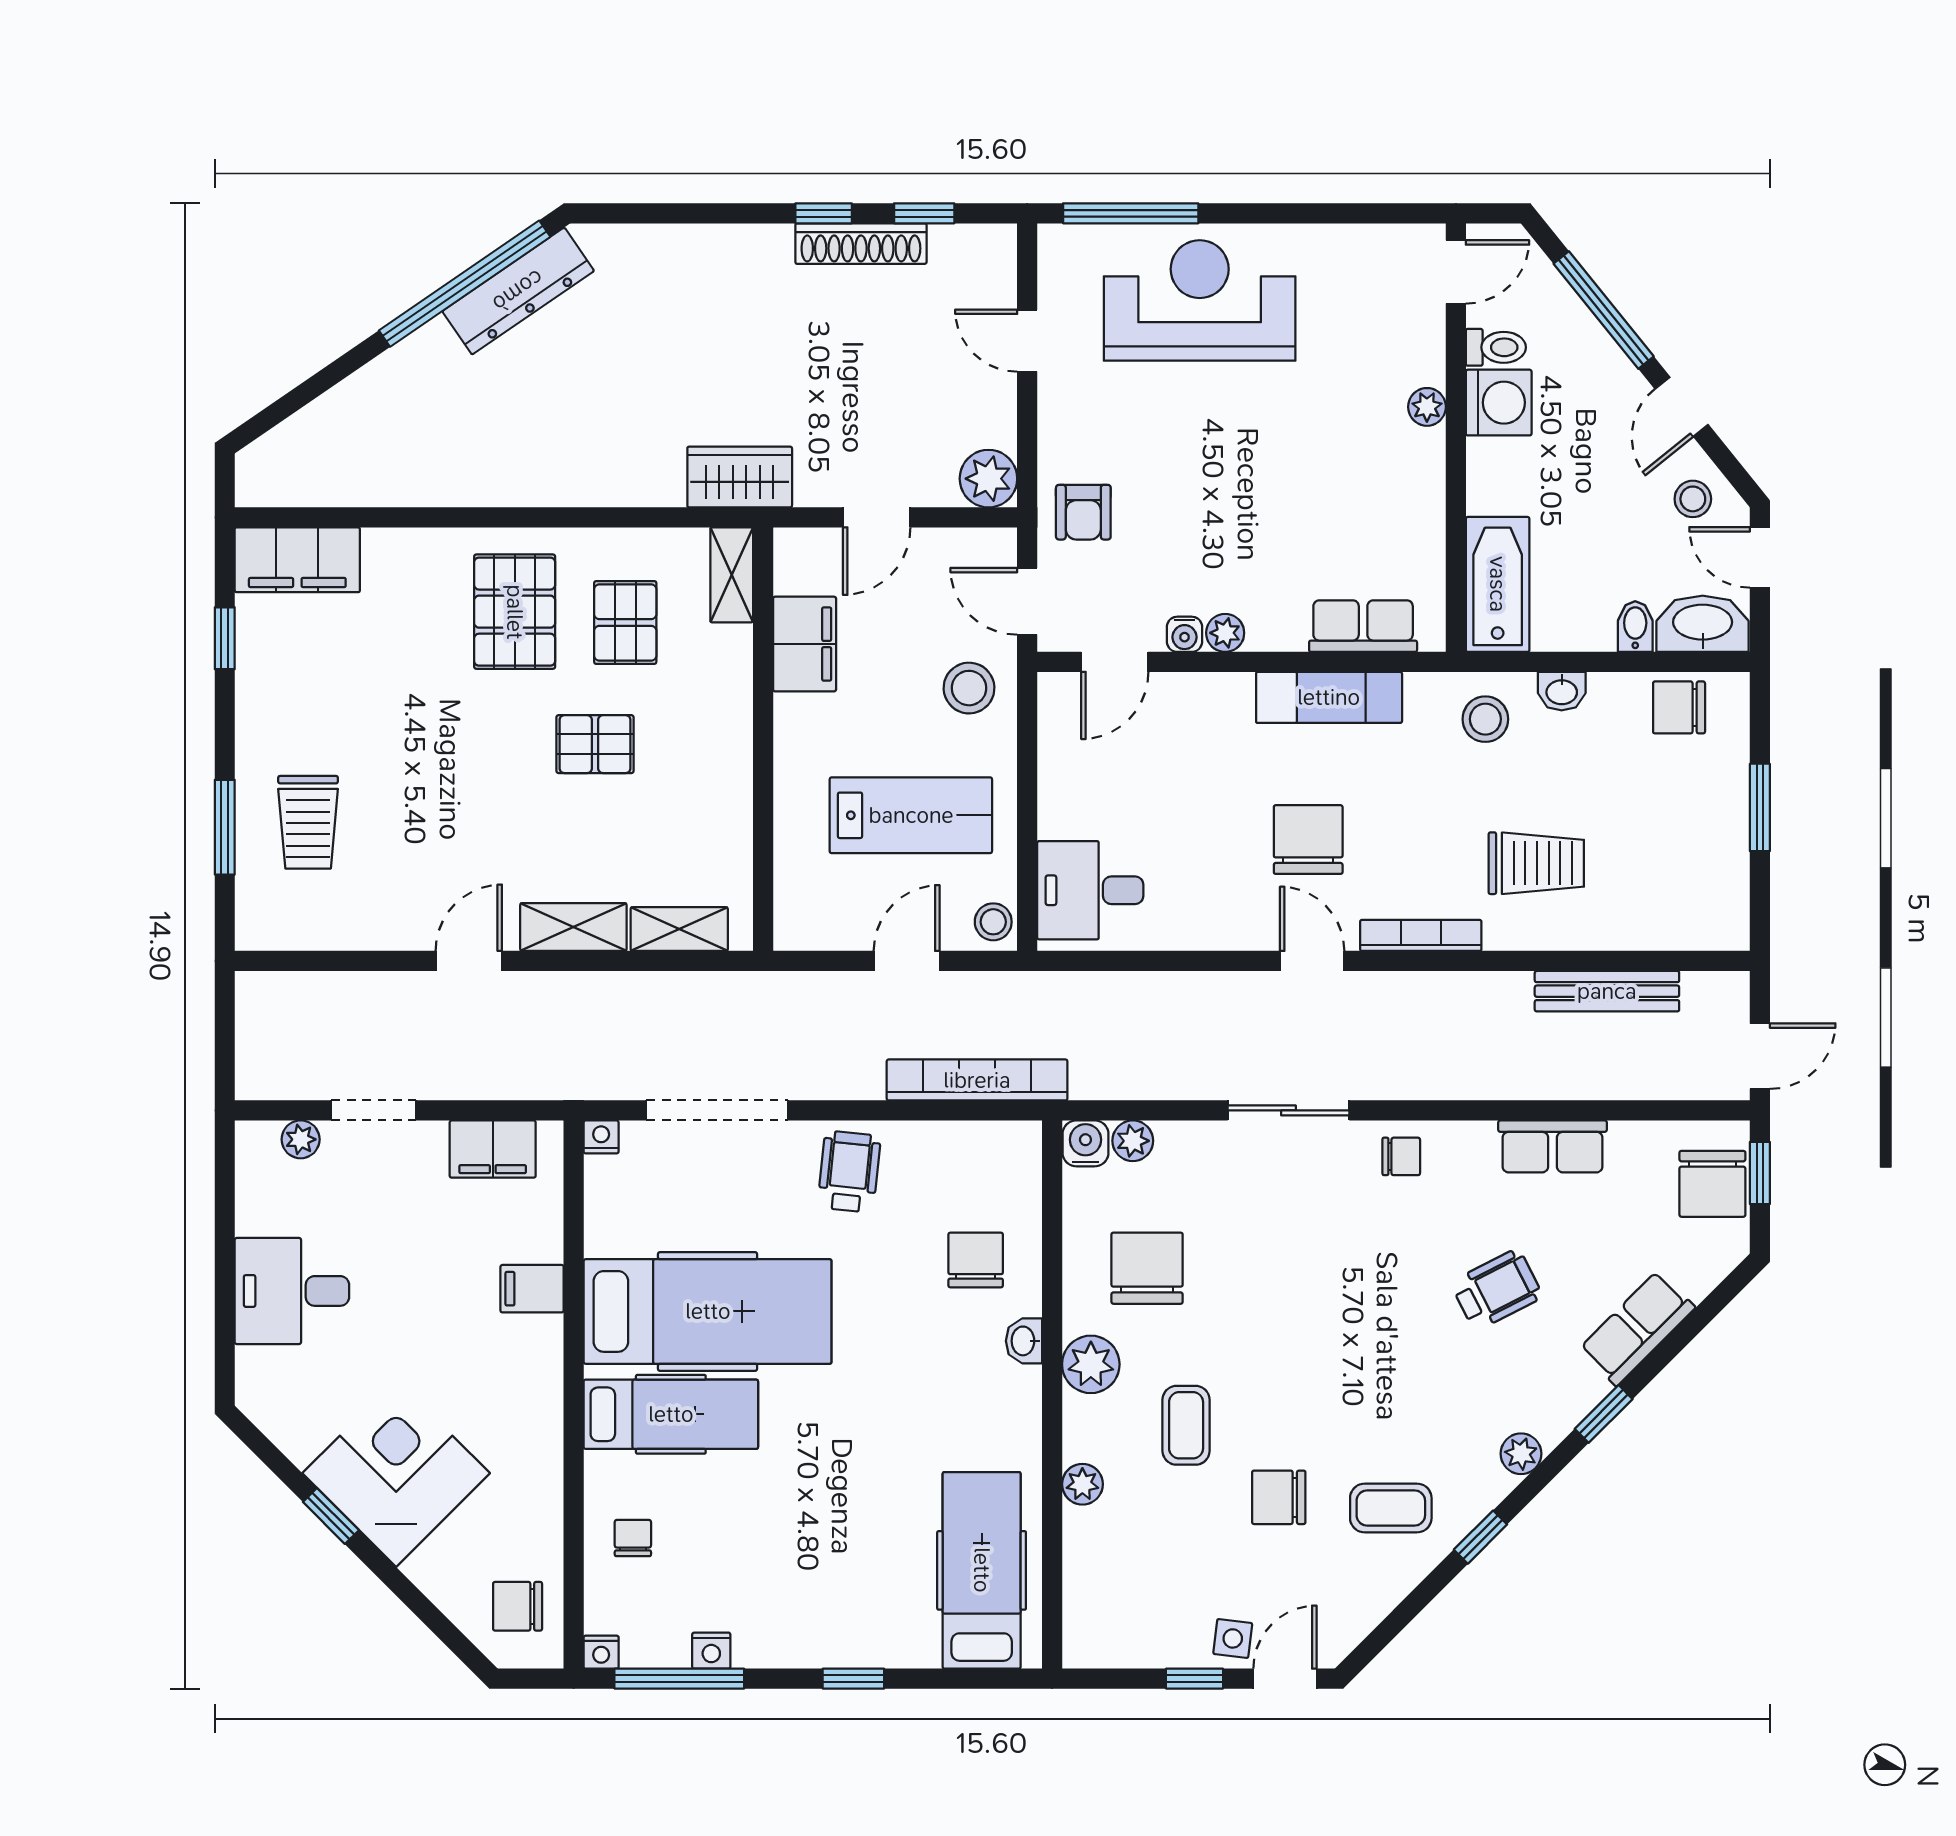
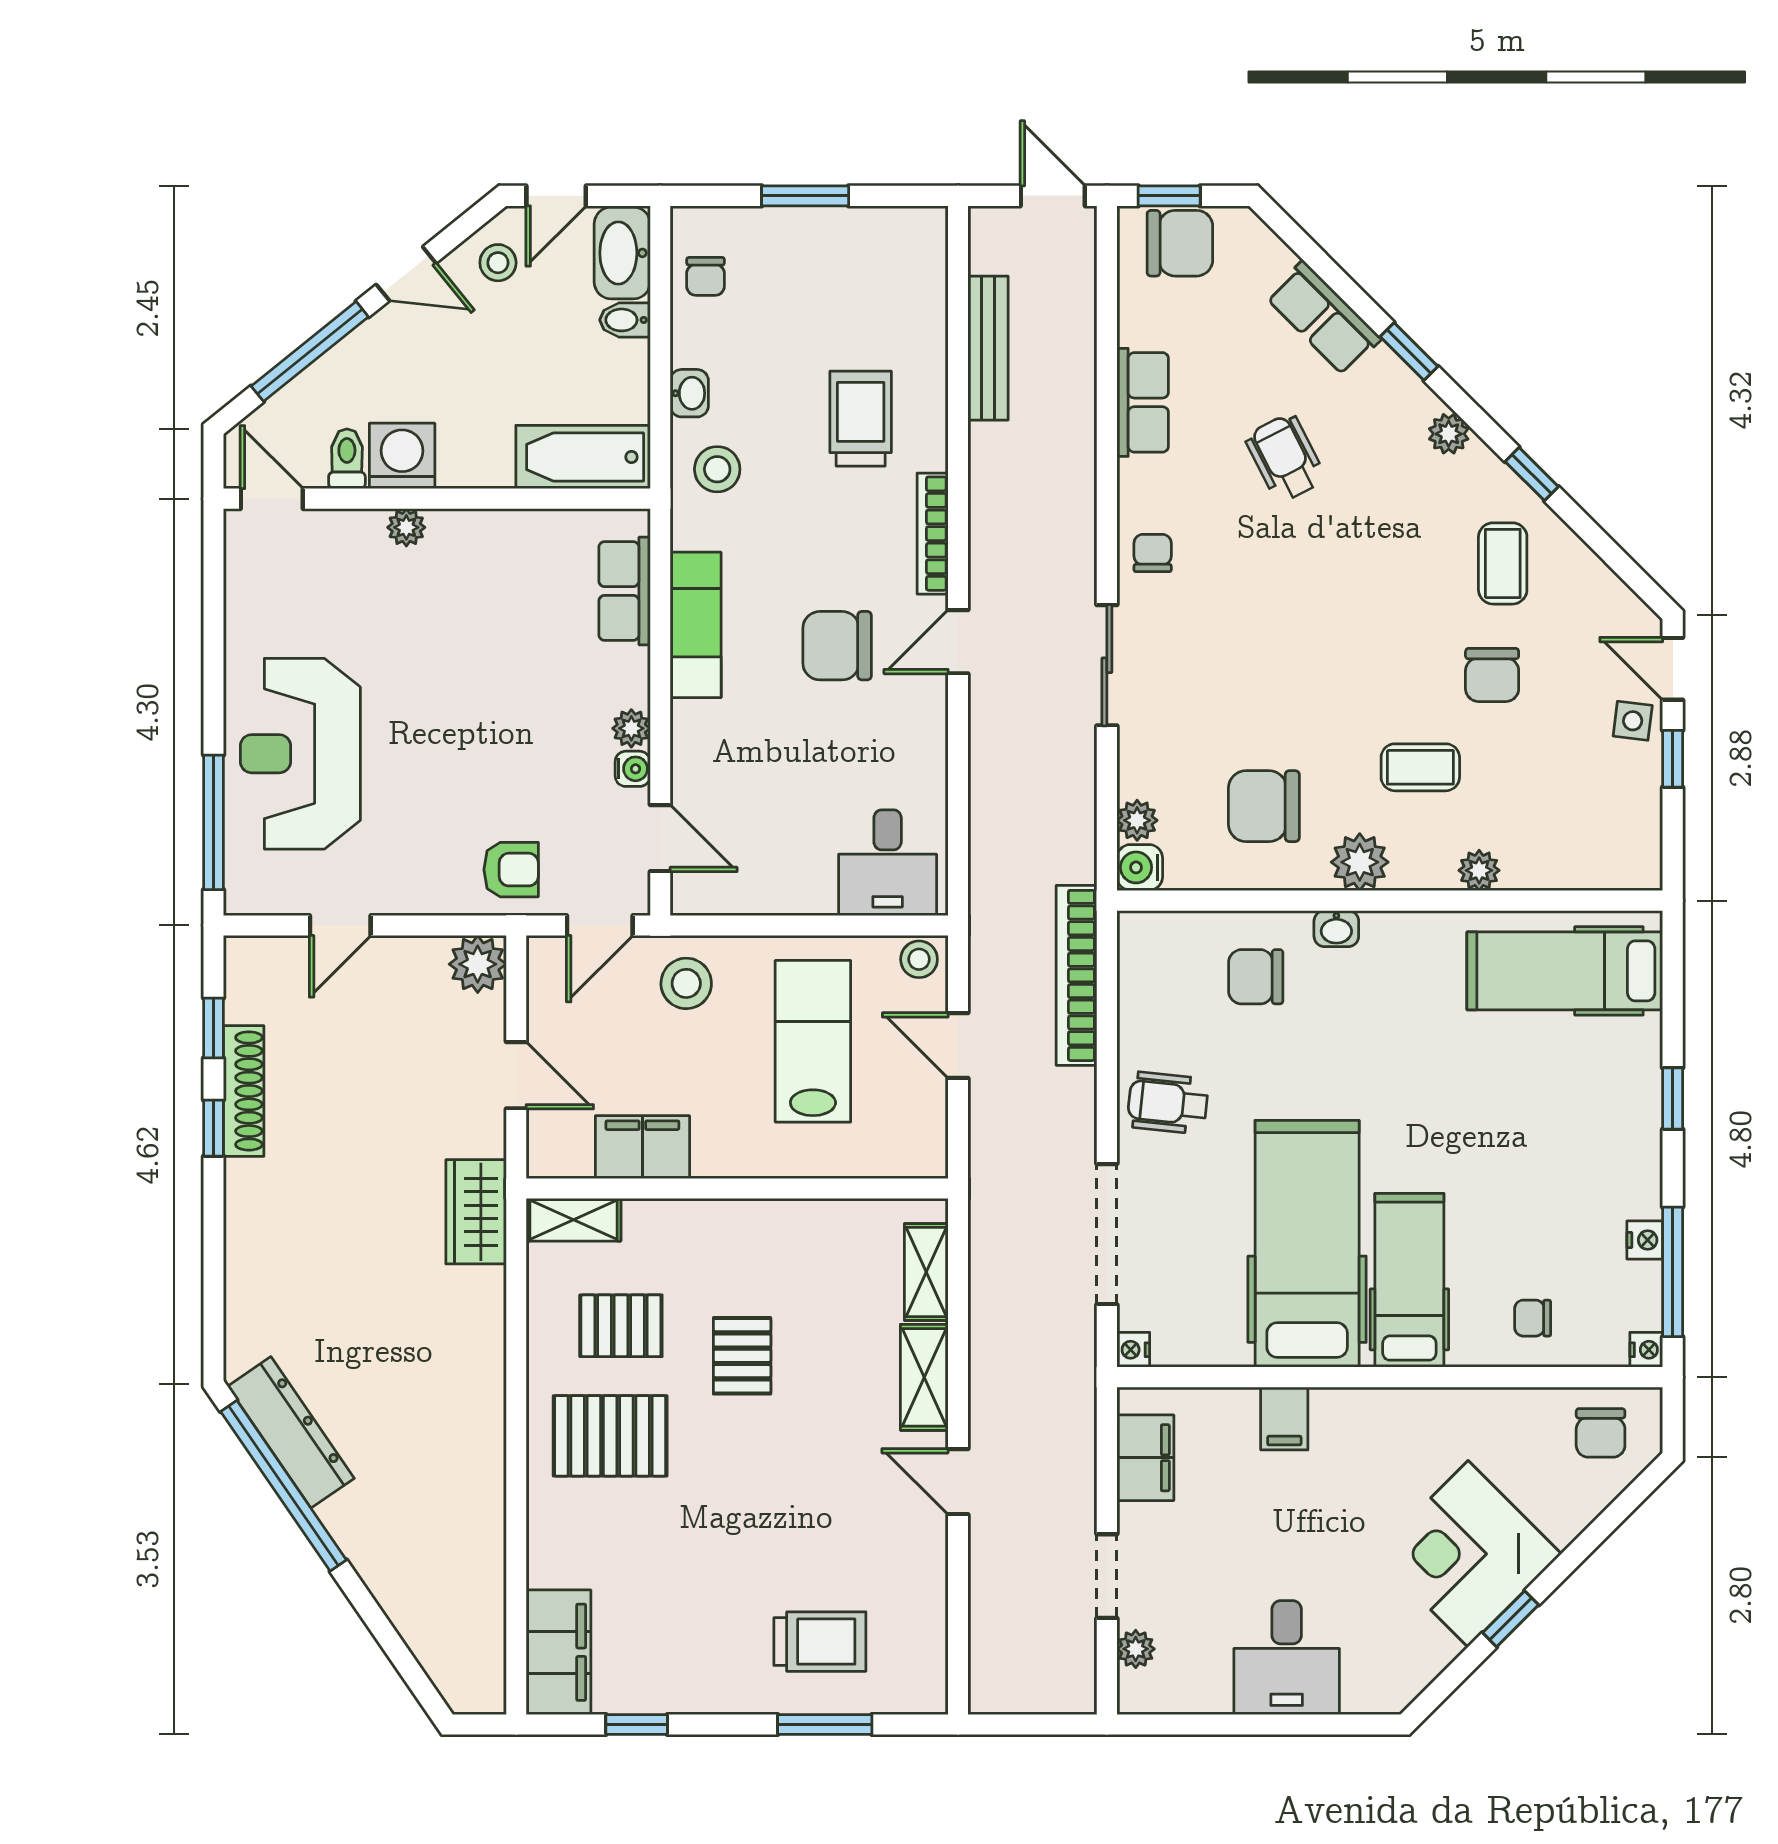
chair: (1679, 707) -> (706, 276), width x0.73, depth x0.73

